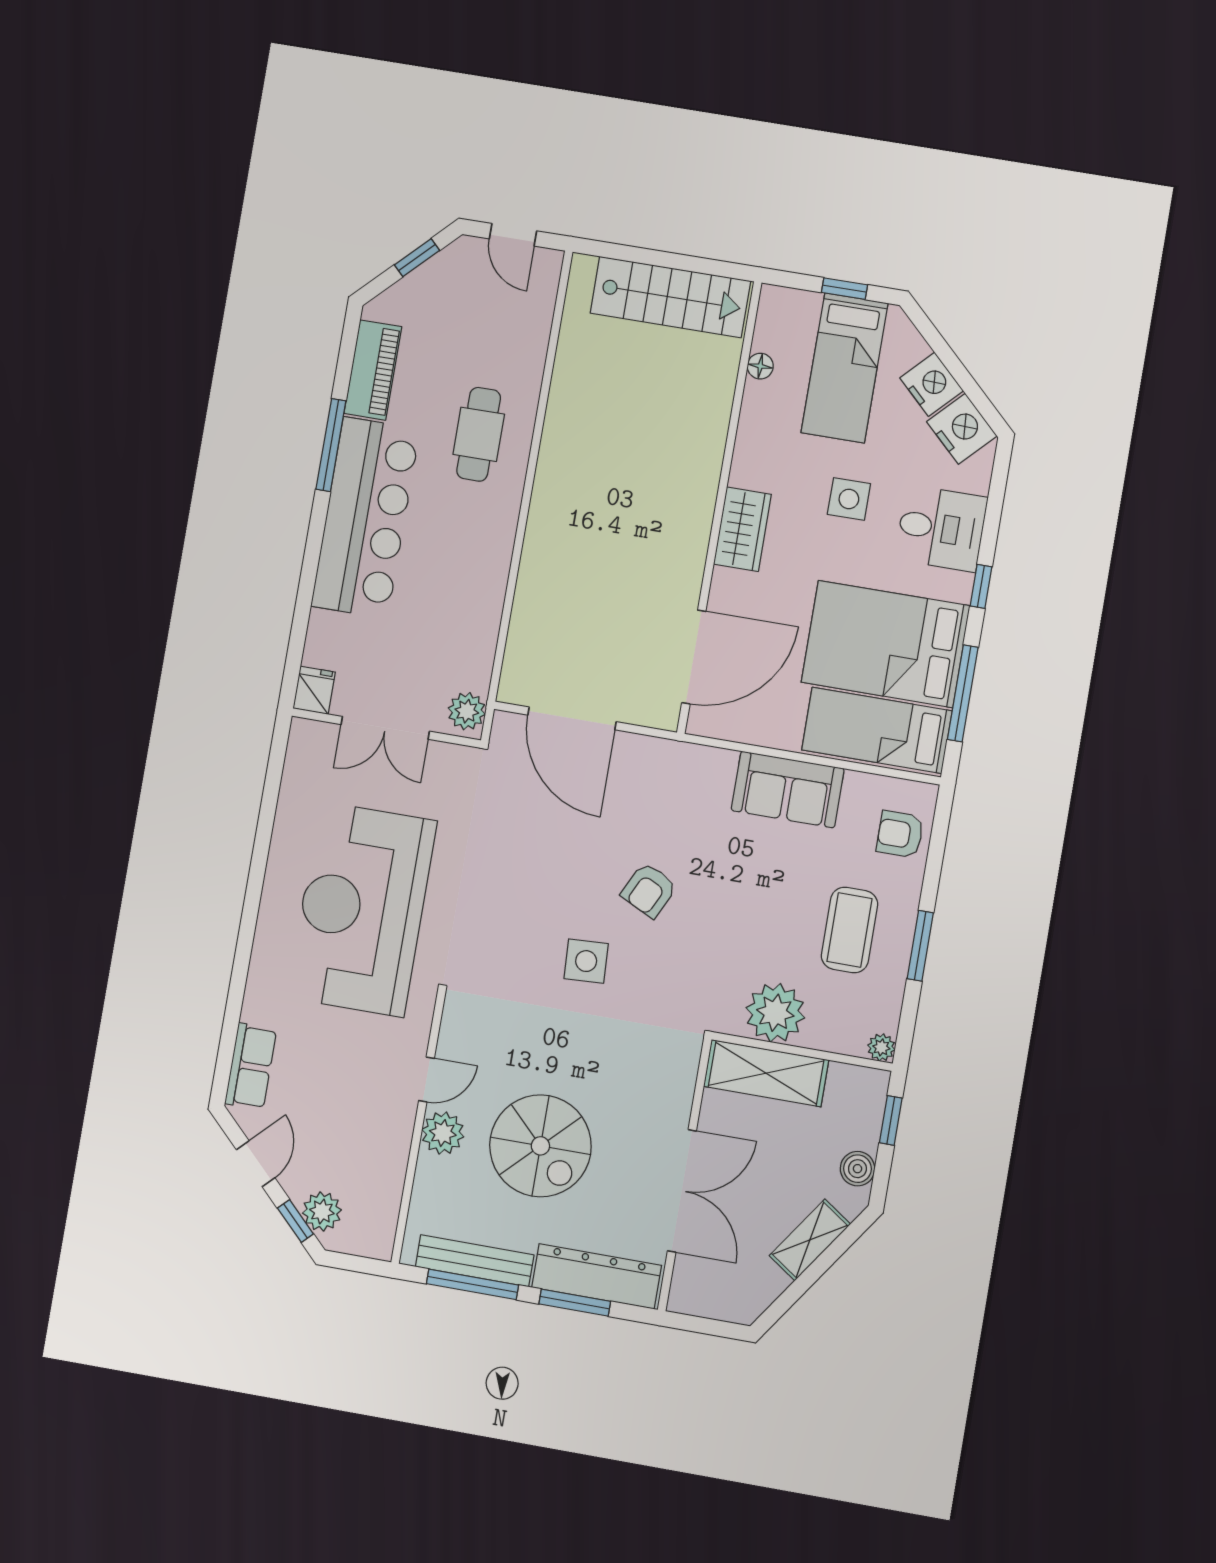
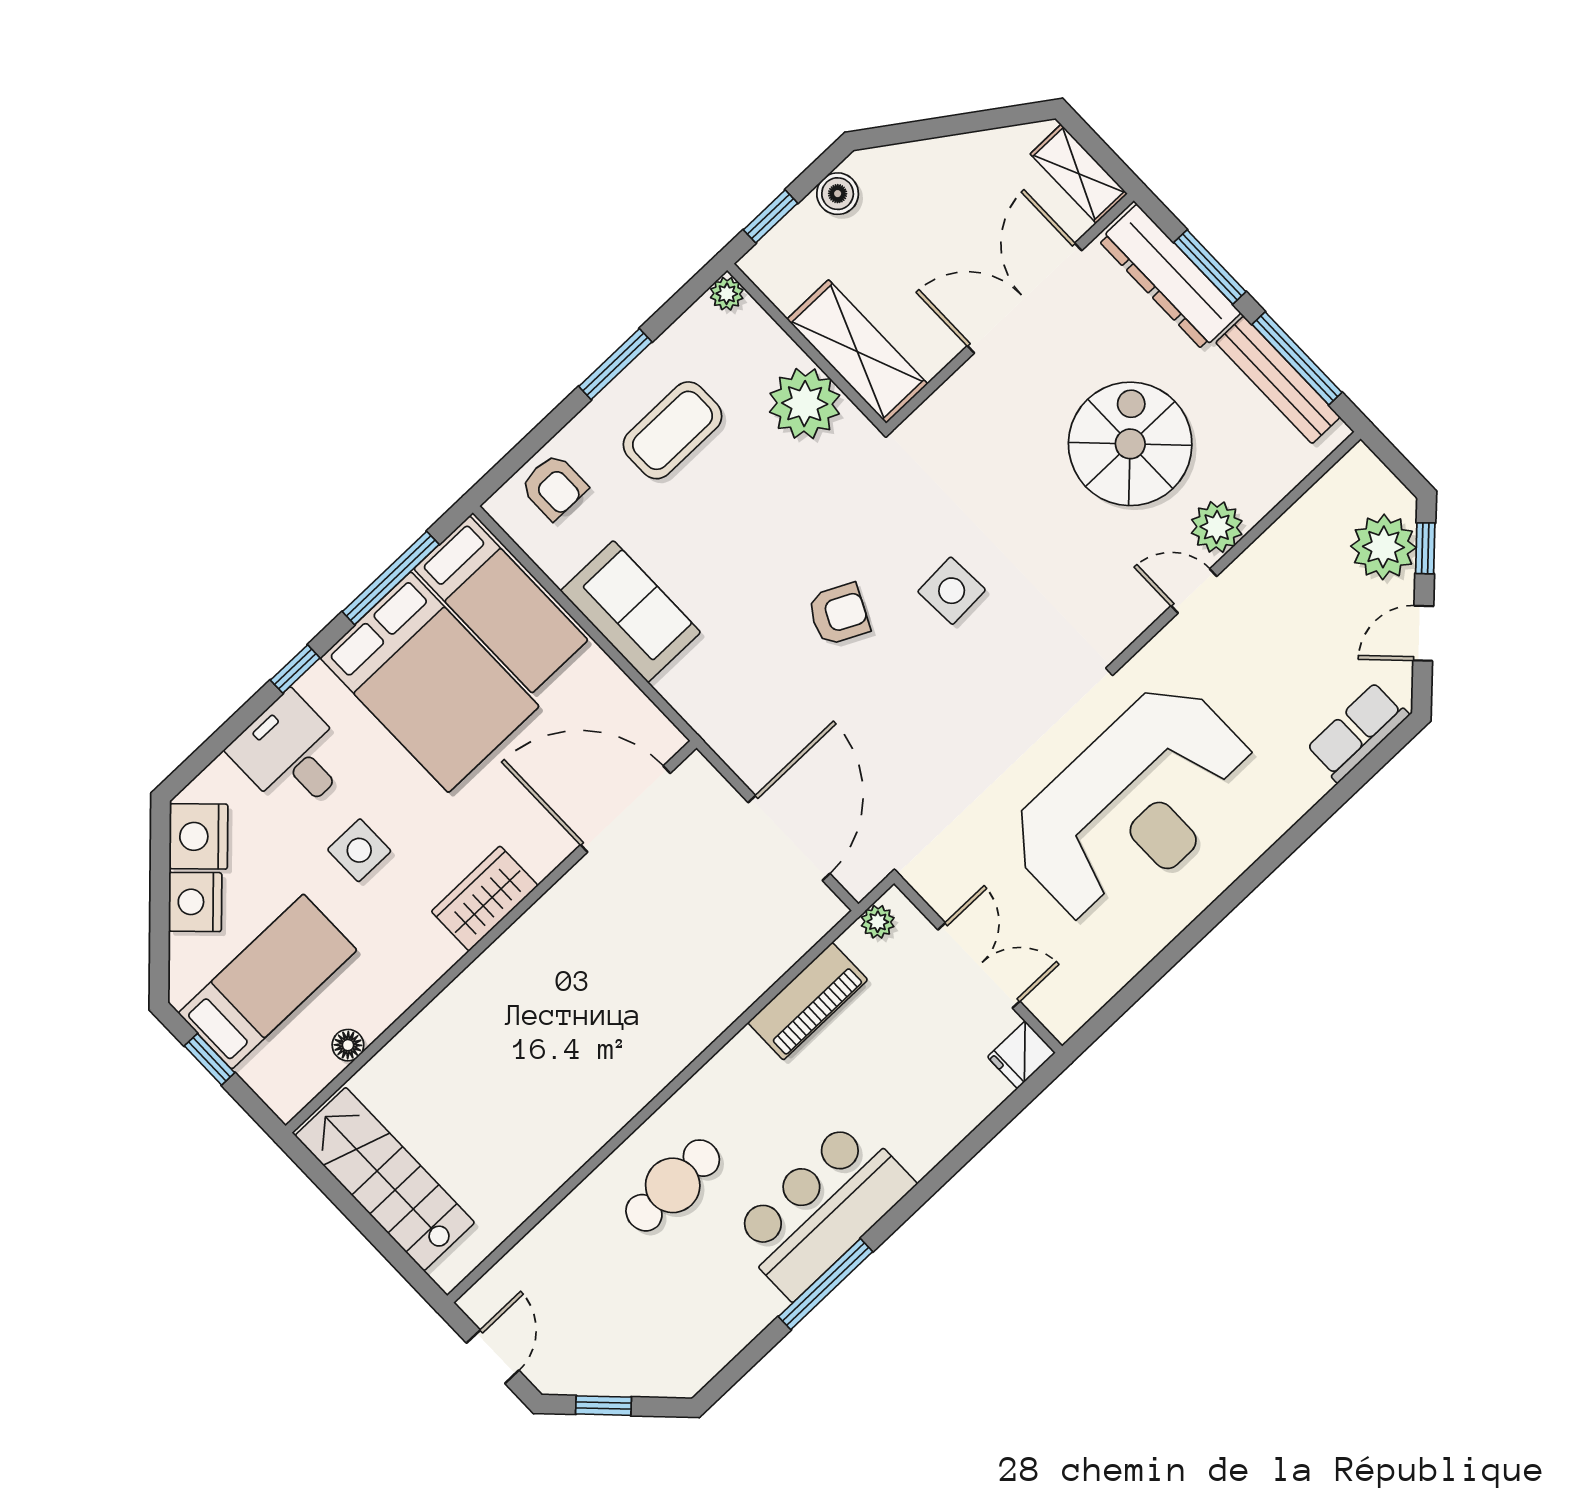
piano: (373, 370) -> (808, 1001), moved, turned 180
bar counter: (365, 518) -> (822, 1209), width x0.73
plant: (467, 711) -> (878, 922), width x0.73, depth x0.73
plant: (322, 1212) -> (1383, 547), width x1.36, depth x1.36
shelving: (810, 1240) -> (1079, 174), moved, turned 55

